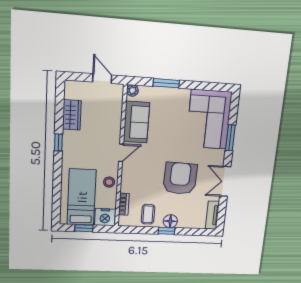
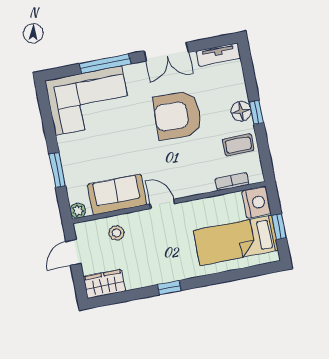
wardrobe: (72, 115) -> (104, 284), moved
window: (230, 138) -> (105, 64), width x1.44
stool: (109, 182) -> (117, 233), moved

